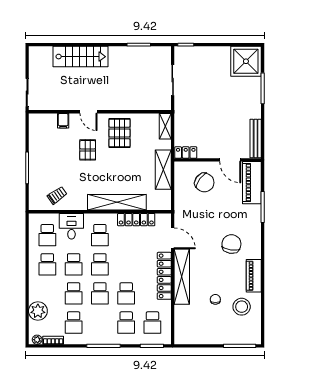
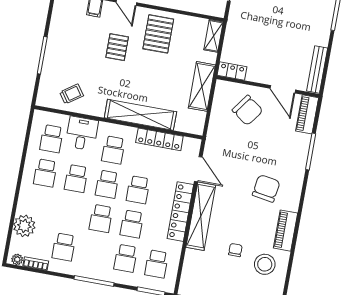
piano: (252, 183) -> (307, 114), width x0.73, depth x0.75
school desk: (74, 293) -> (138, 190), moved

